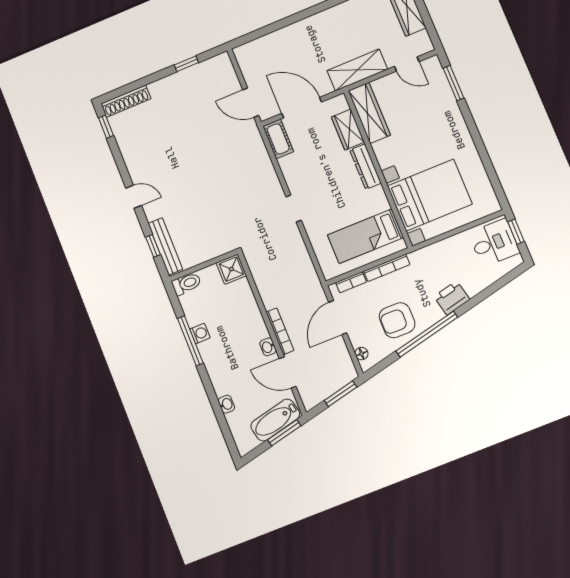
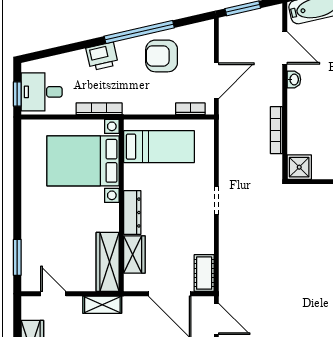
shelving: (357, 70) -> (102, 305), width x0.67, depth x0.75
bookcase: (387, 268) -> (99, 109), moved
armchair: (397, 320) -> (162, 56), turned 180
bookcase: (280, 331) -> (276, 130), moved
floor lamp: (362, 354) -> (208, 38), removed

